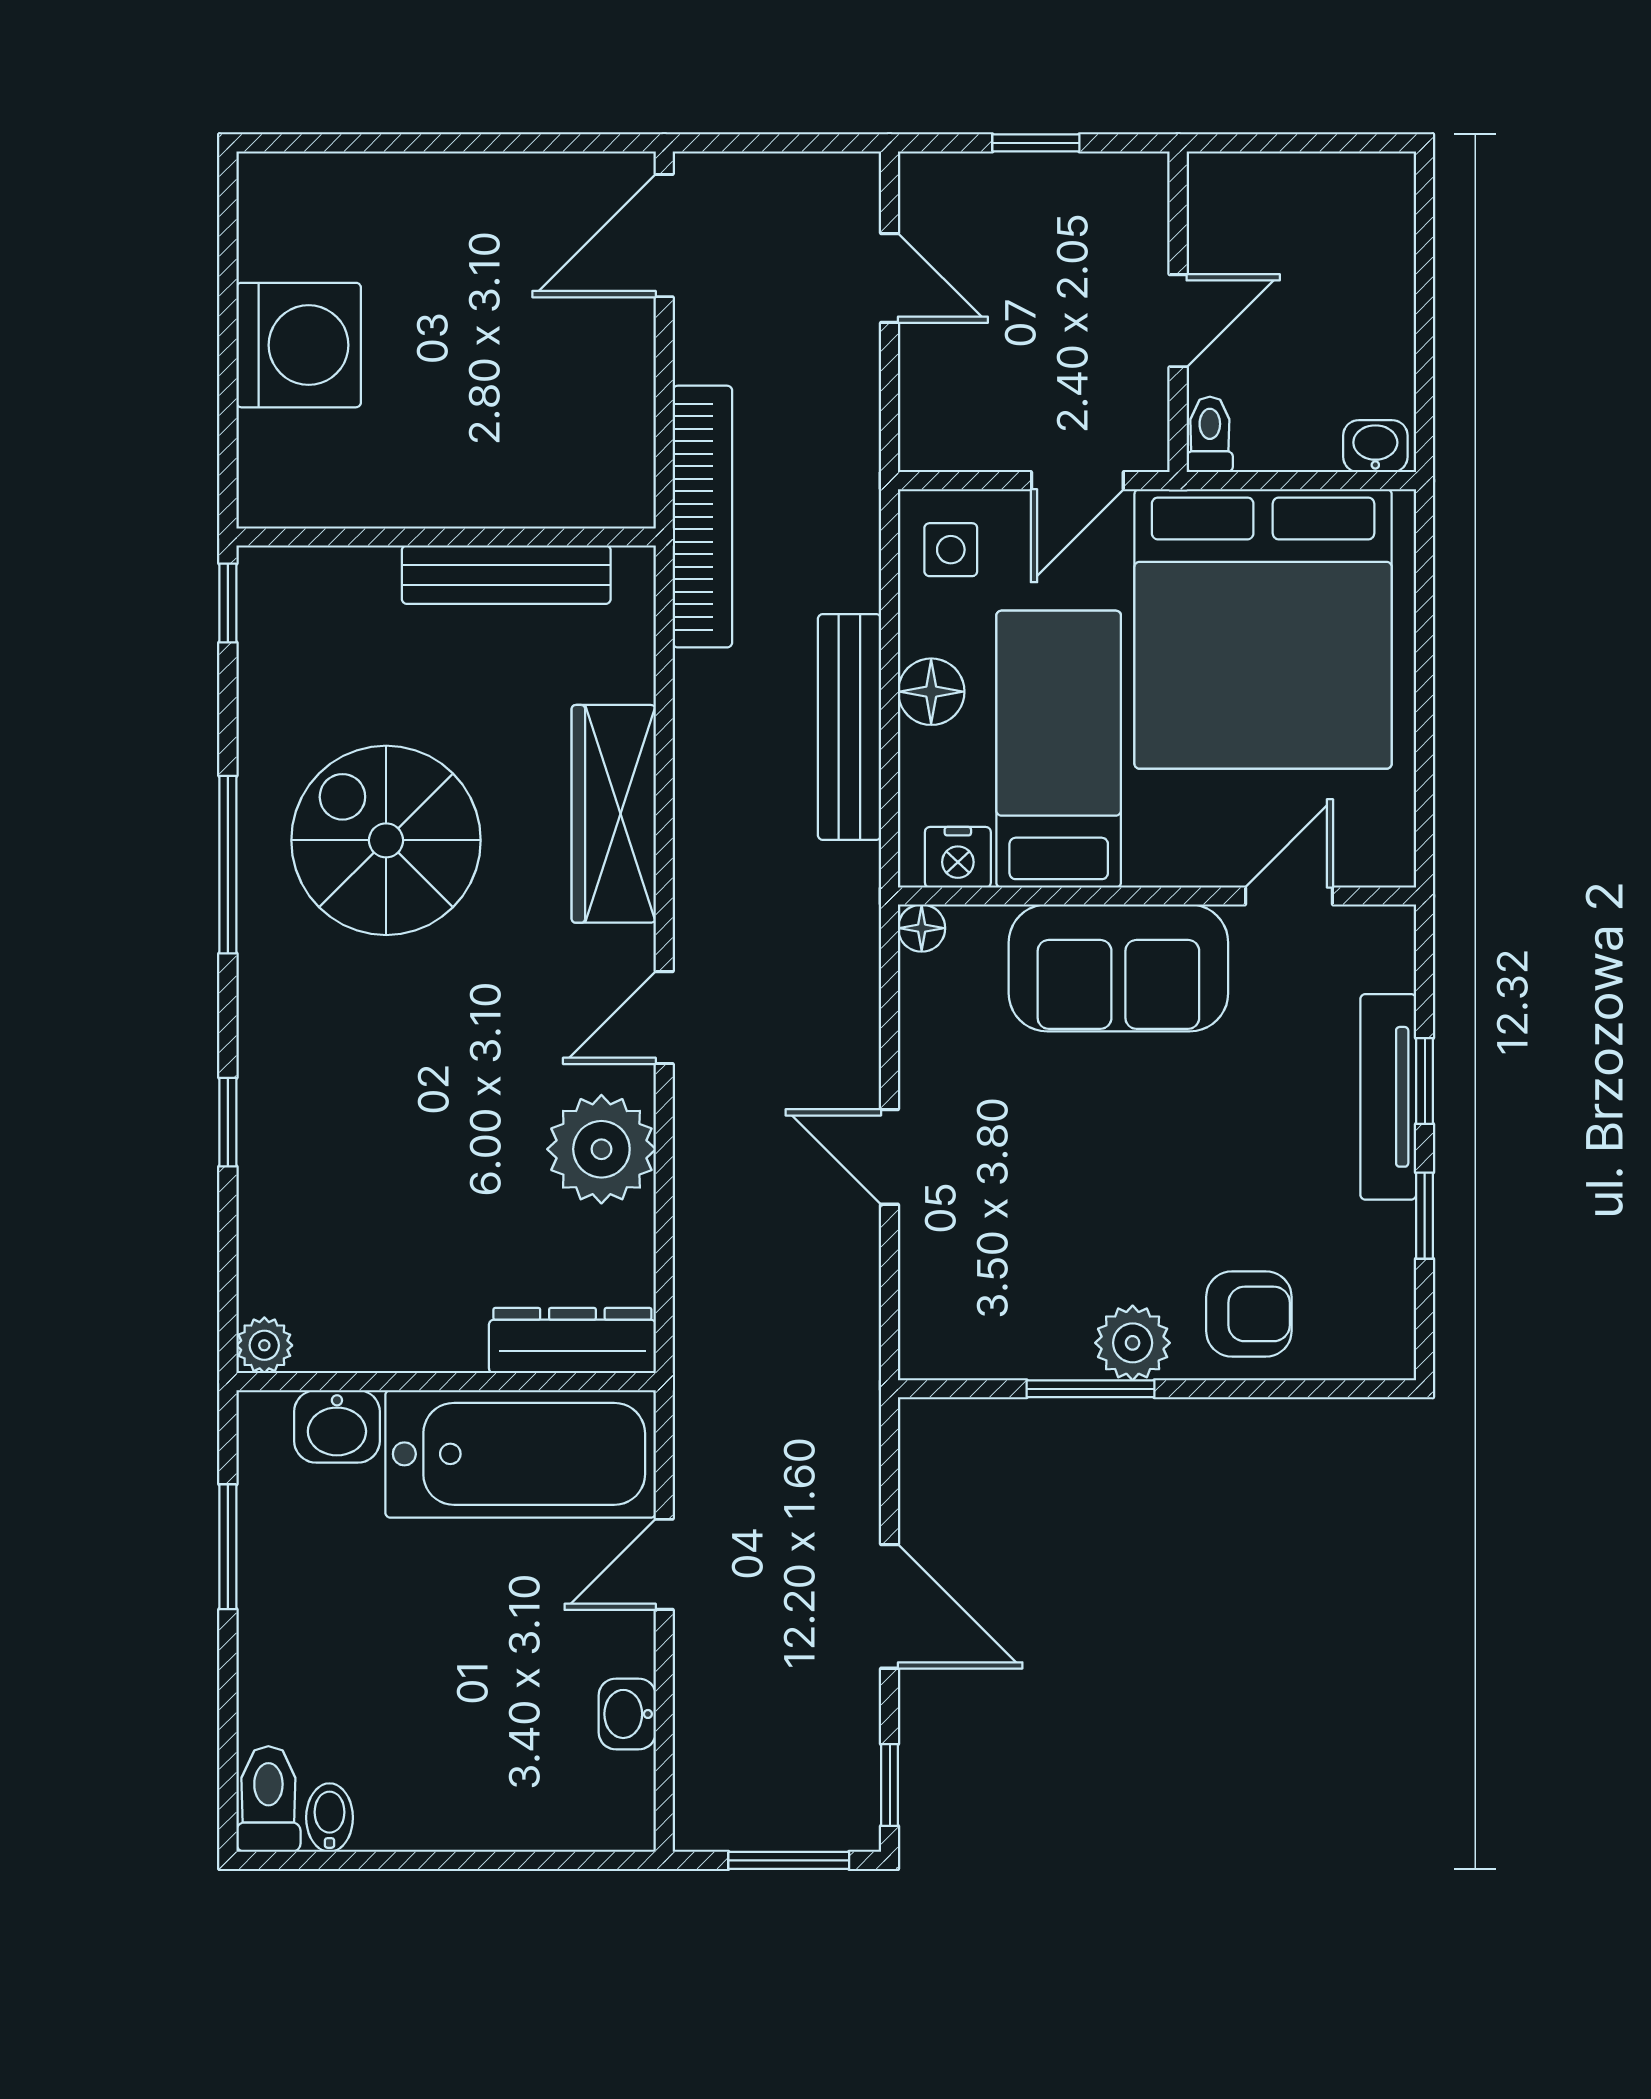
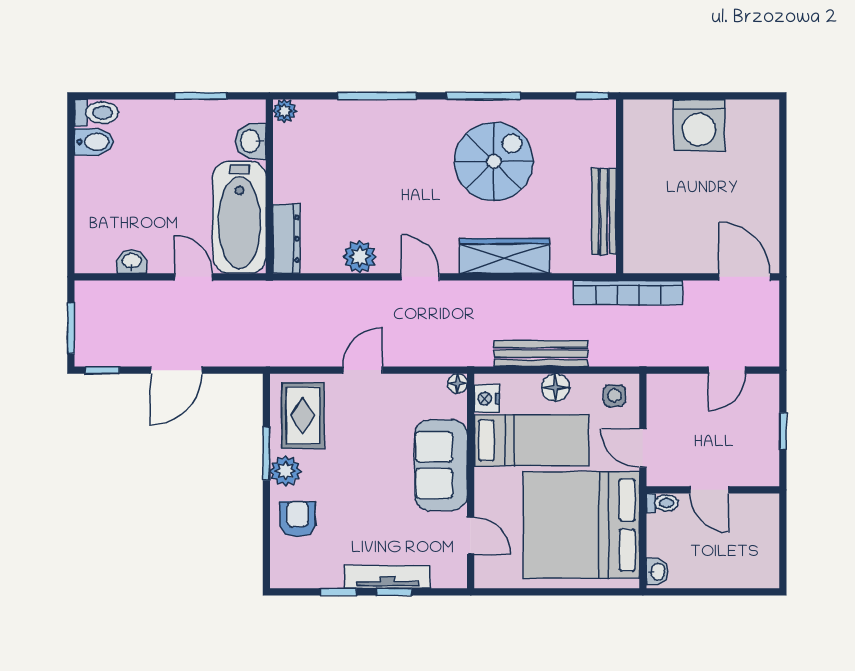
window: (228, 1122) -> (377, 96), width x2.17
plant: (601, 1149) -> (360, 257), width x0.73, depth x0.73
rug: (999, 1301) -> (303, 416), added
armchair: (1249, 1314) -> (297, 519), turned 180
bidet: (330, 1818) -> (94, 142), width x1.38, depth x1.36

